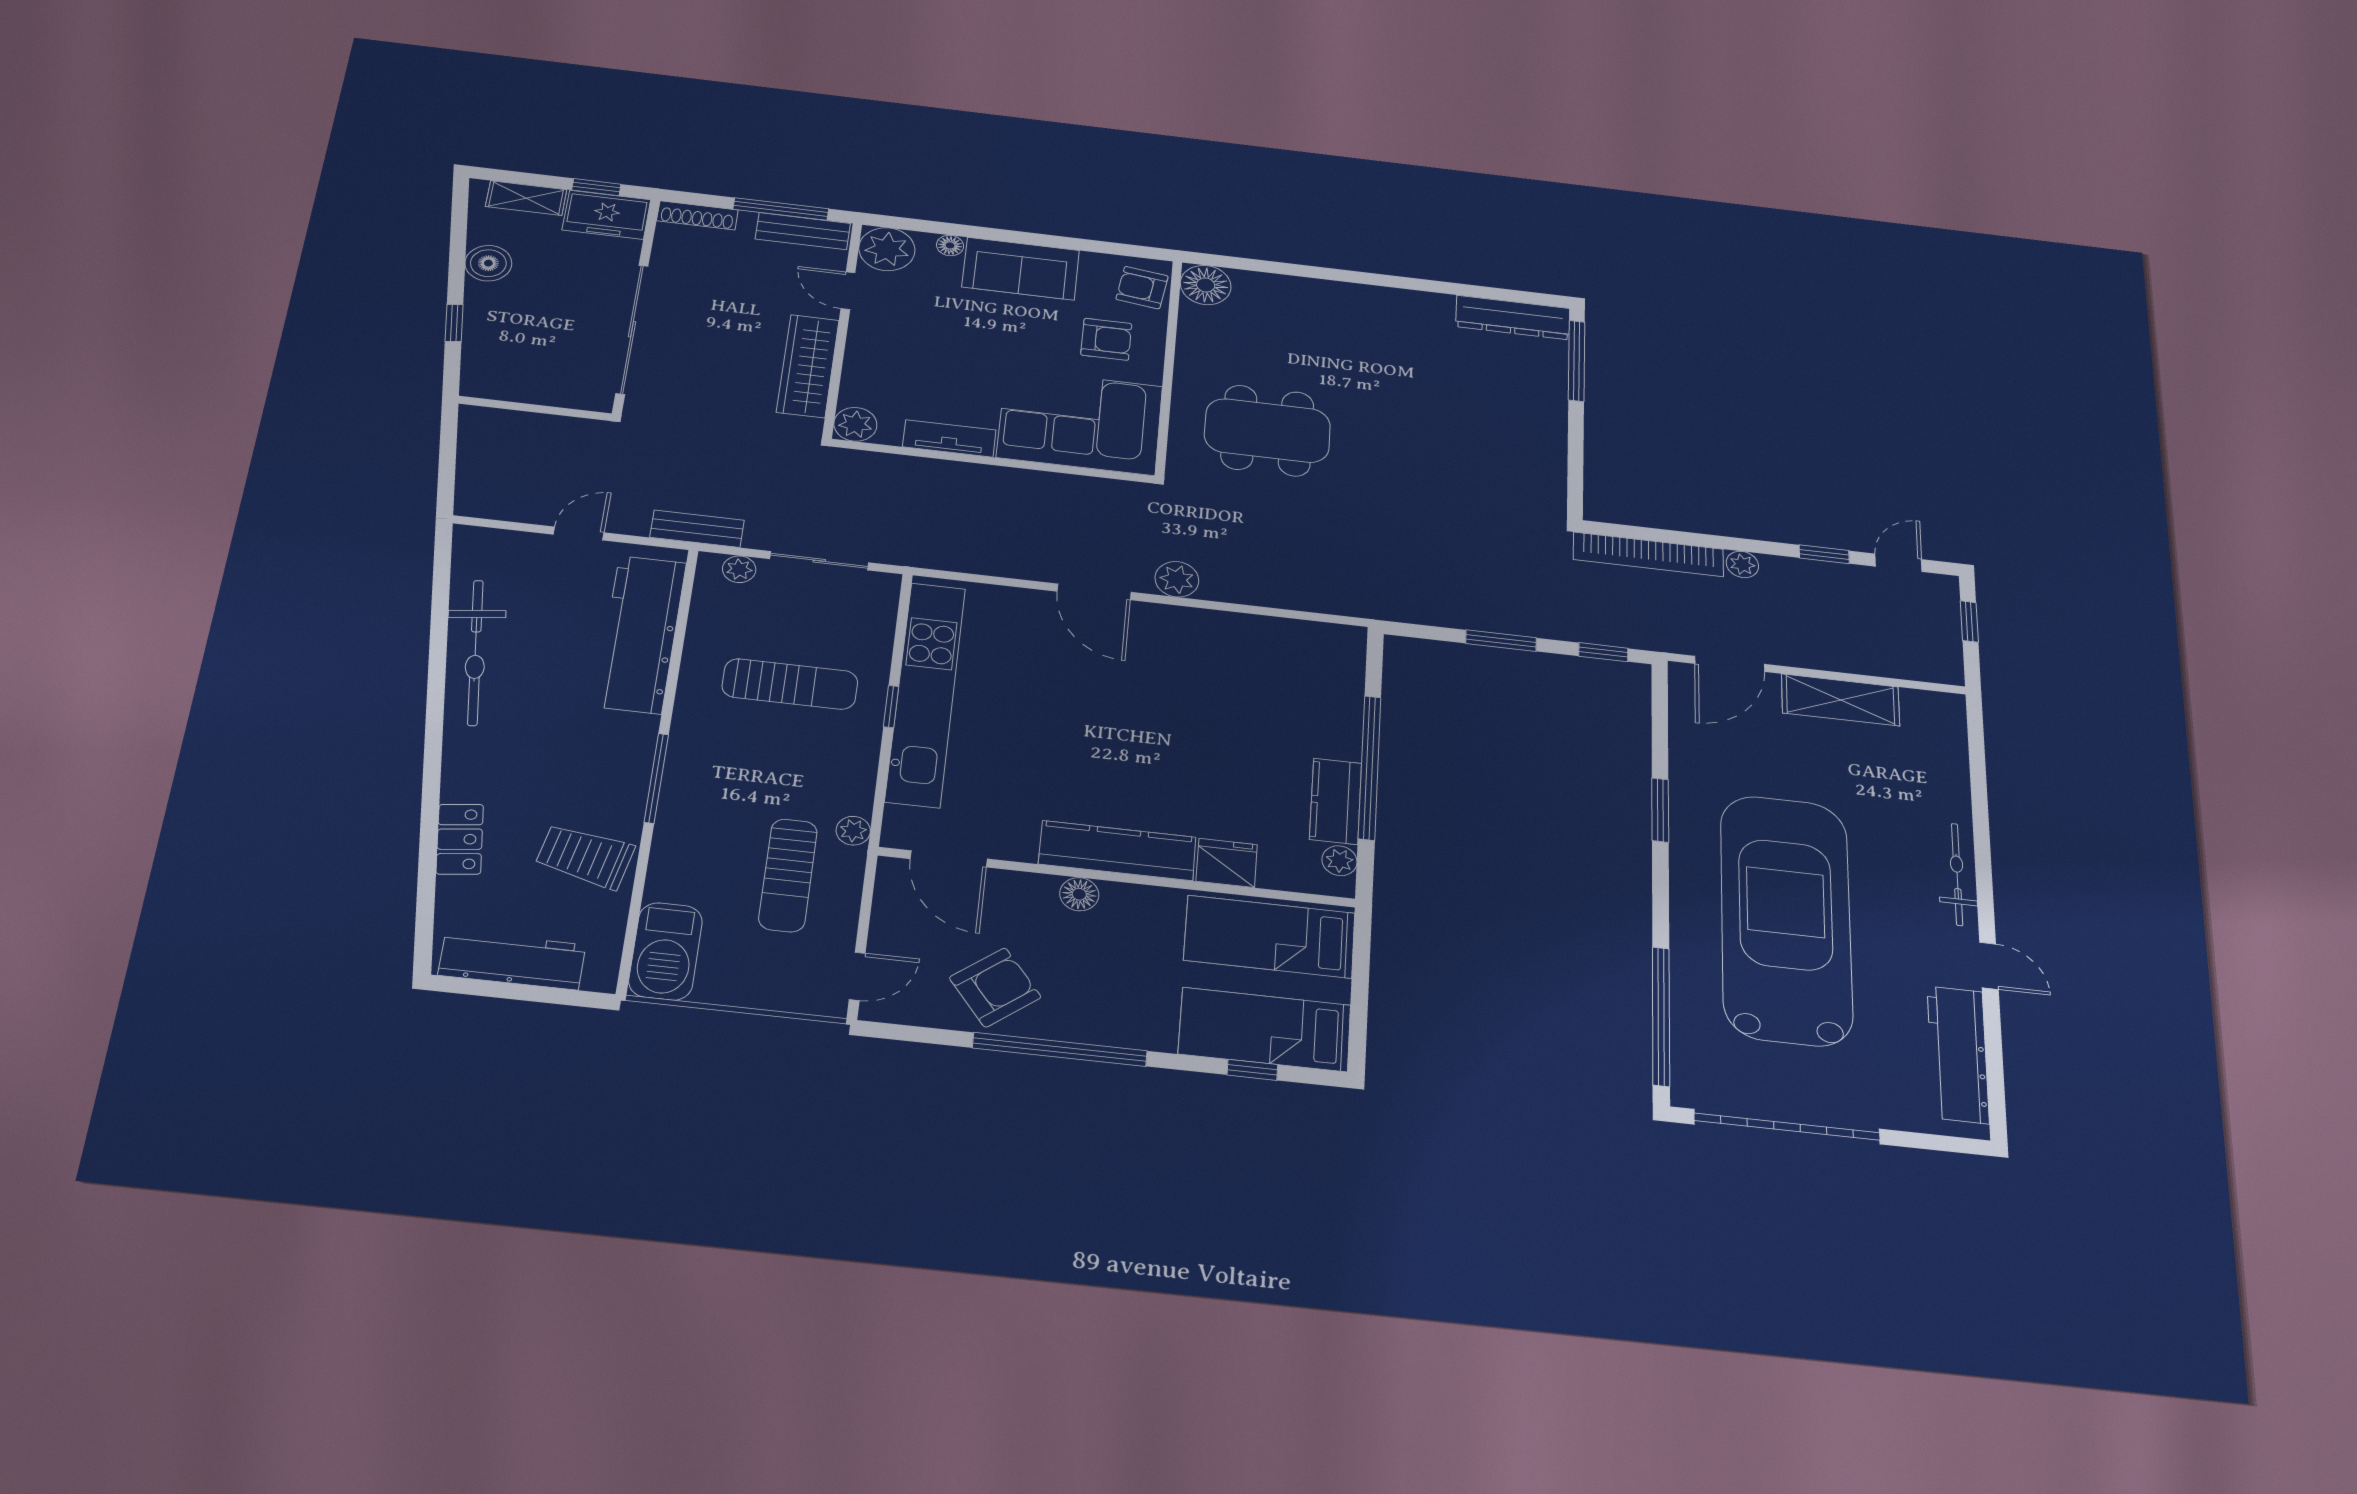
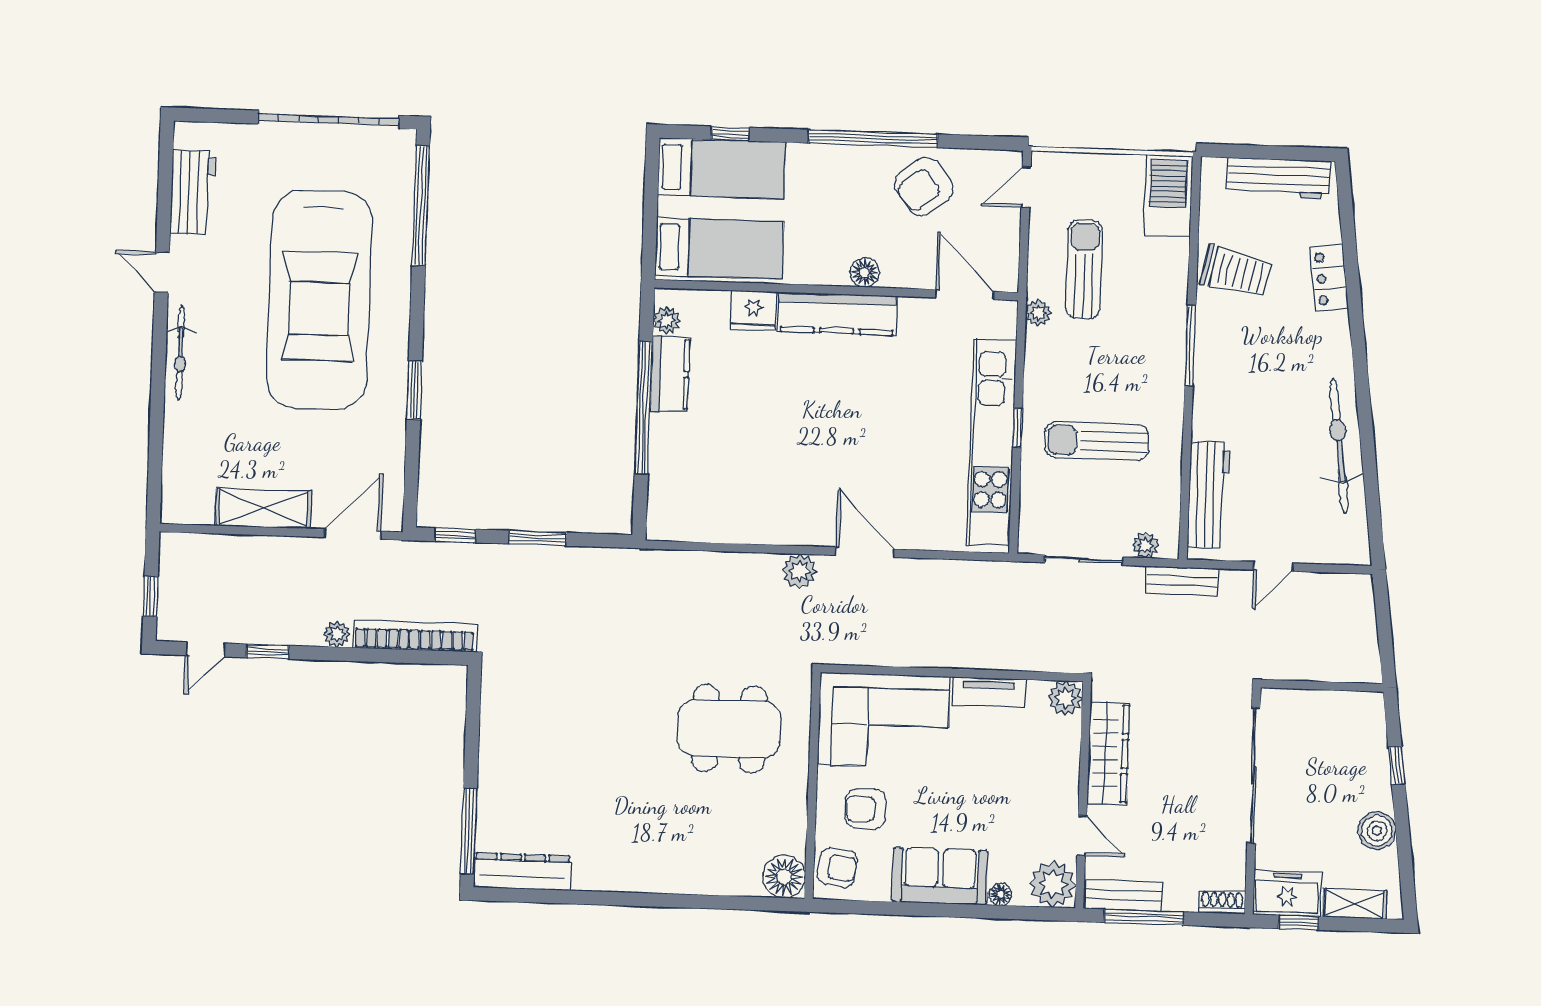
shoe rack: (697, 215) -> (1222, 902), width x0.70
workbench: (640, 634) -> (1209, 495), width x0.73, depth x0.76
workbench: (1958, 1054) -> (193, 192), width x0.73

